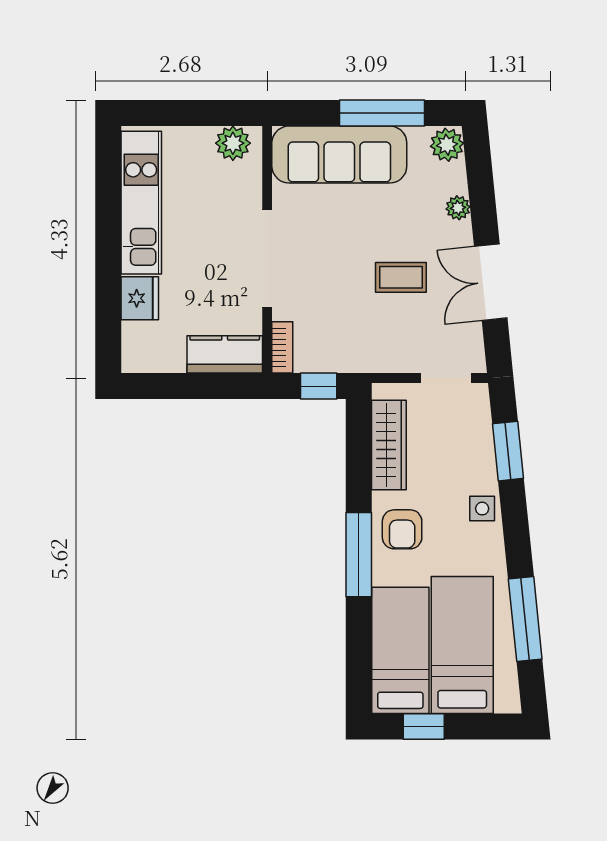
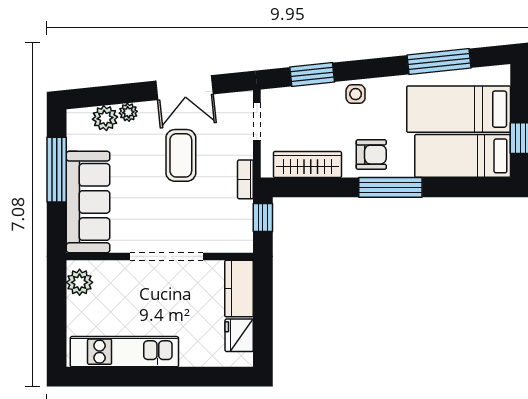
plant: (447, 145) -> (105, 118), moved
coffee table: (401, 277) -> (181, 155), width x1.36, depth x1.30
fridge: (140, 298) -> (239, 335), moved, turned -90
bookcase: (282, 347) -> (245, 179), moved, turned -90

